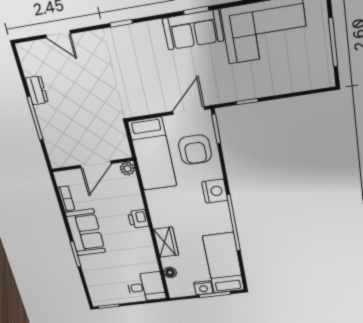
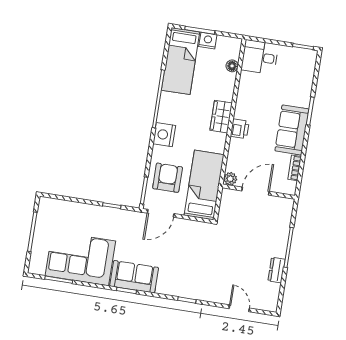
wardrobe: (166, 242) -> (221, 117), moved

